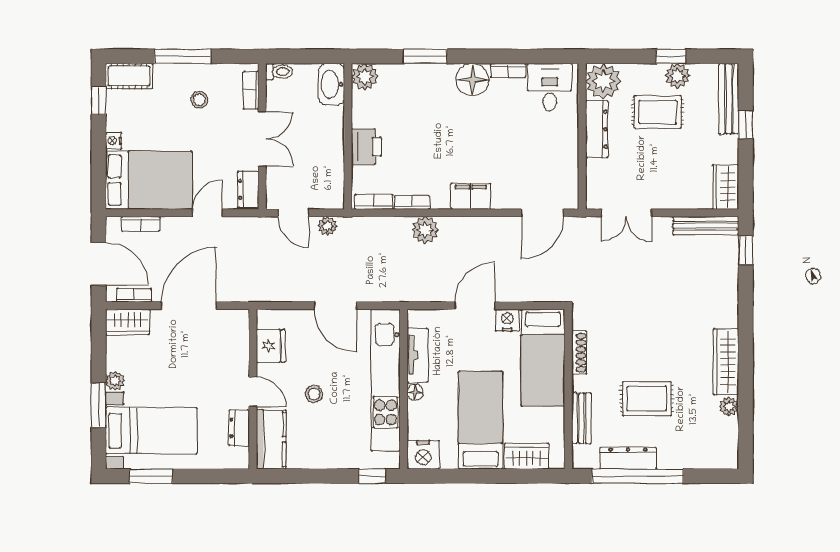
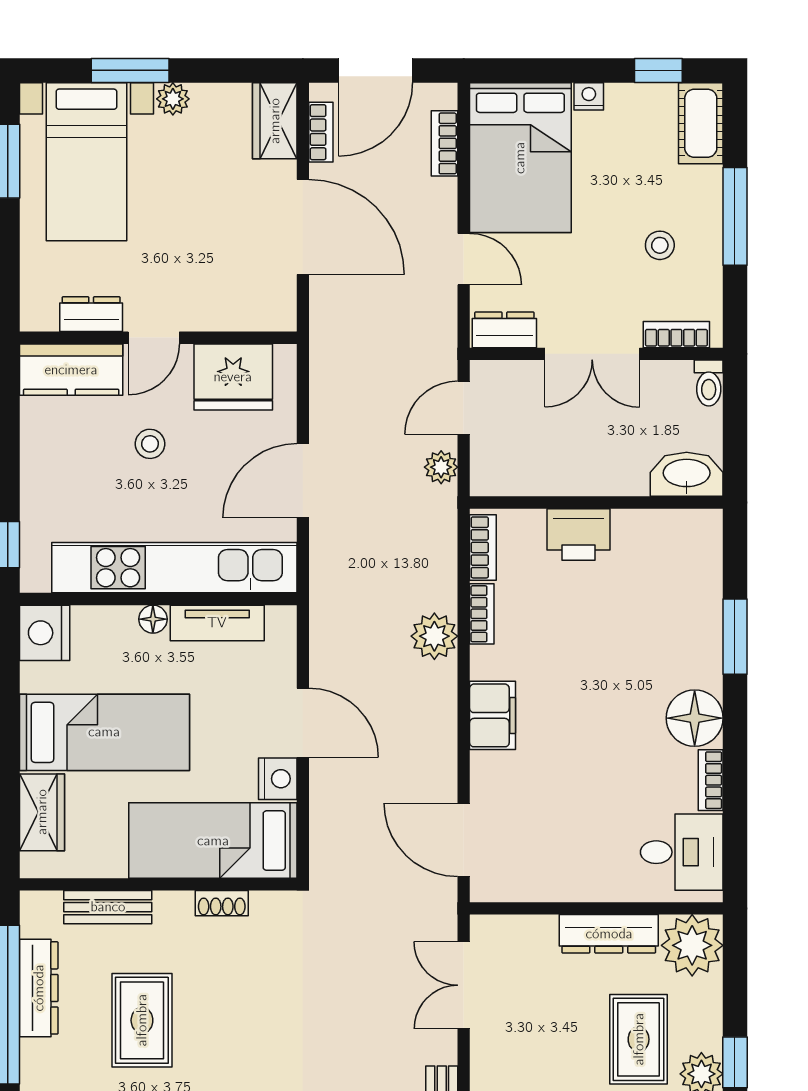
plant: (365, 77) -> (700, 532), removed
fridge: (271, 346) -> (233, 377), width x1.36, depth x1.34
shoe rack: (579, 353) -> (222, 903), width x0.70

